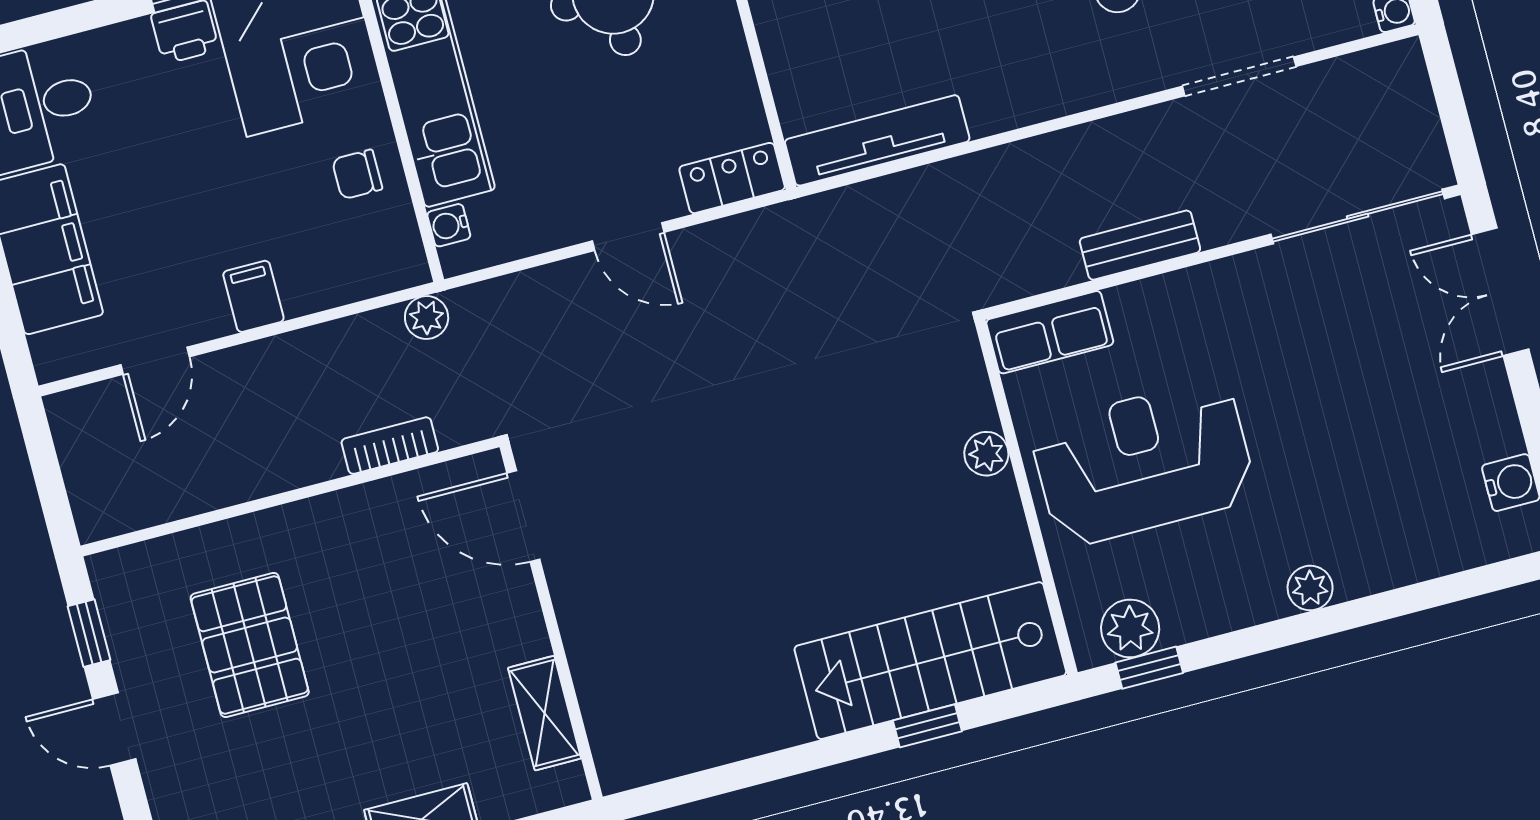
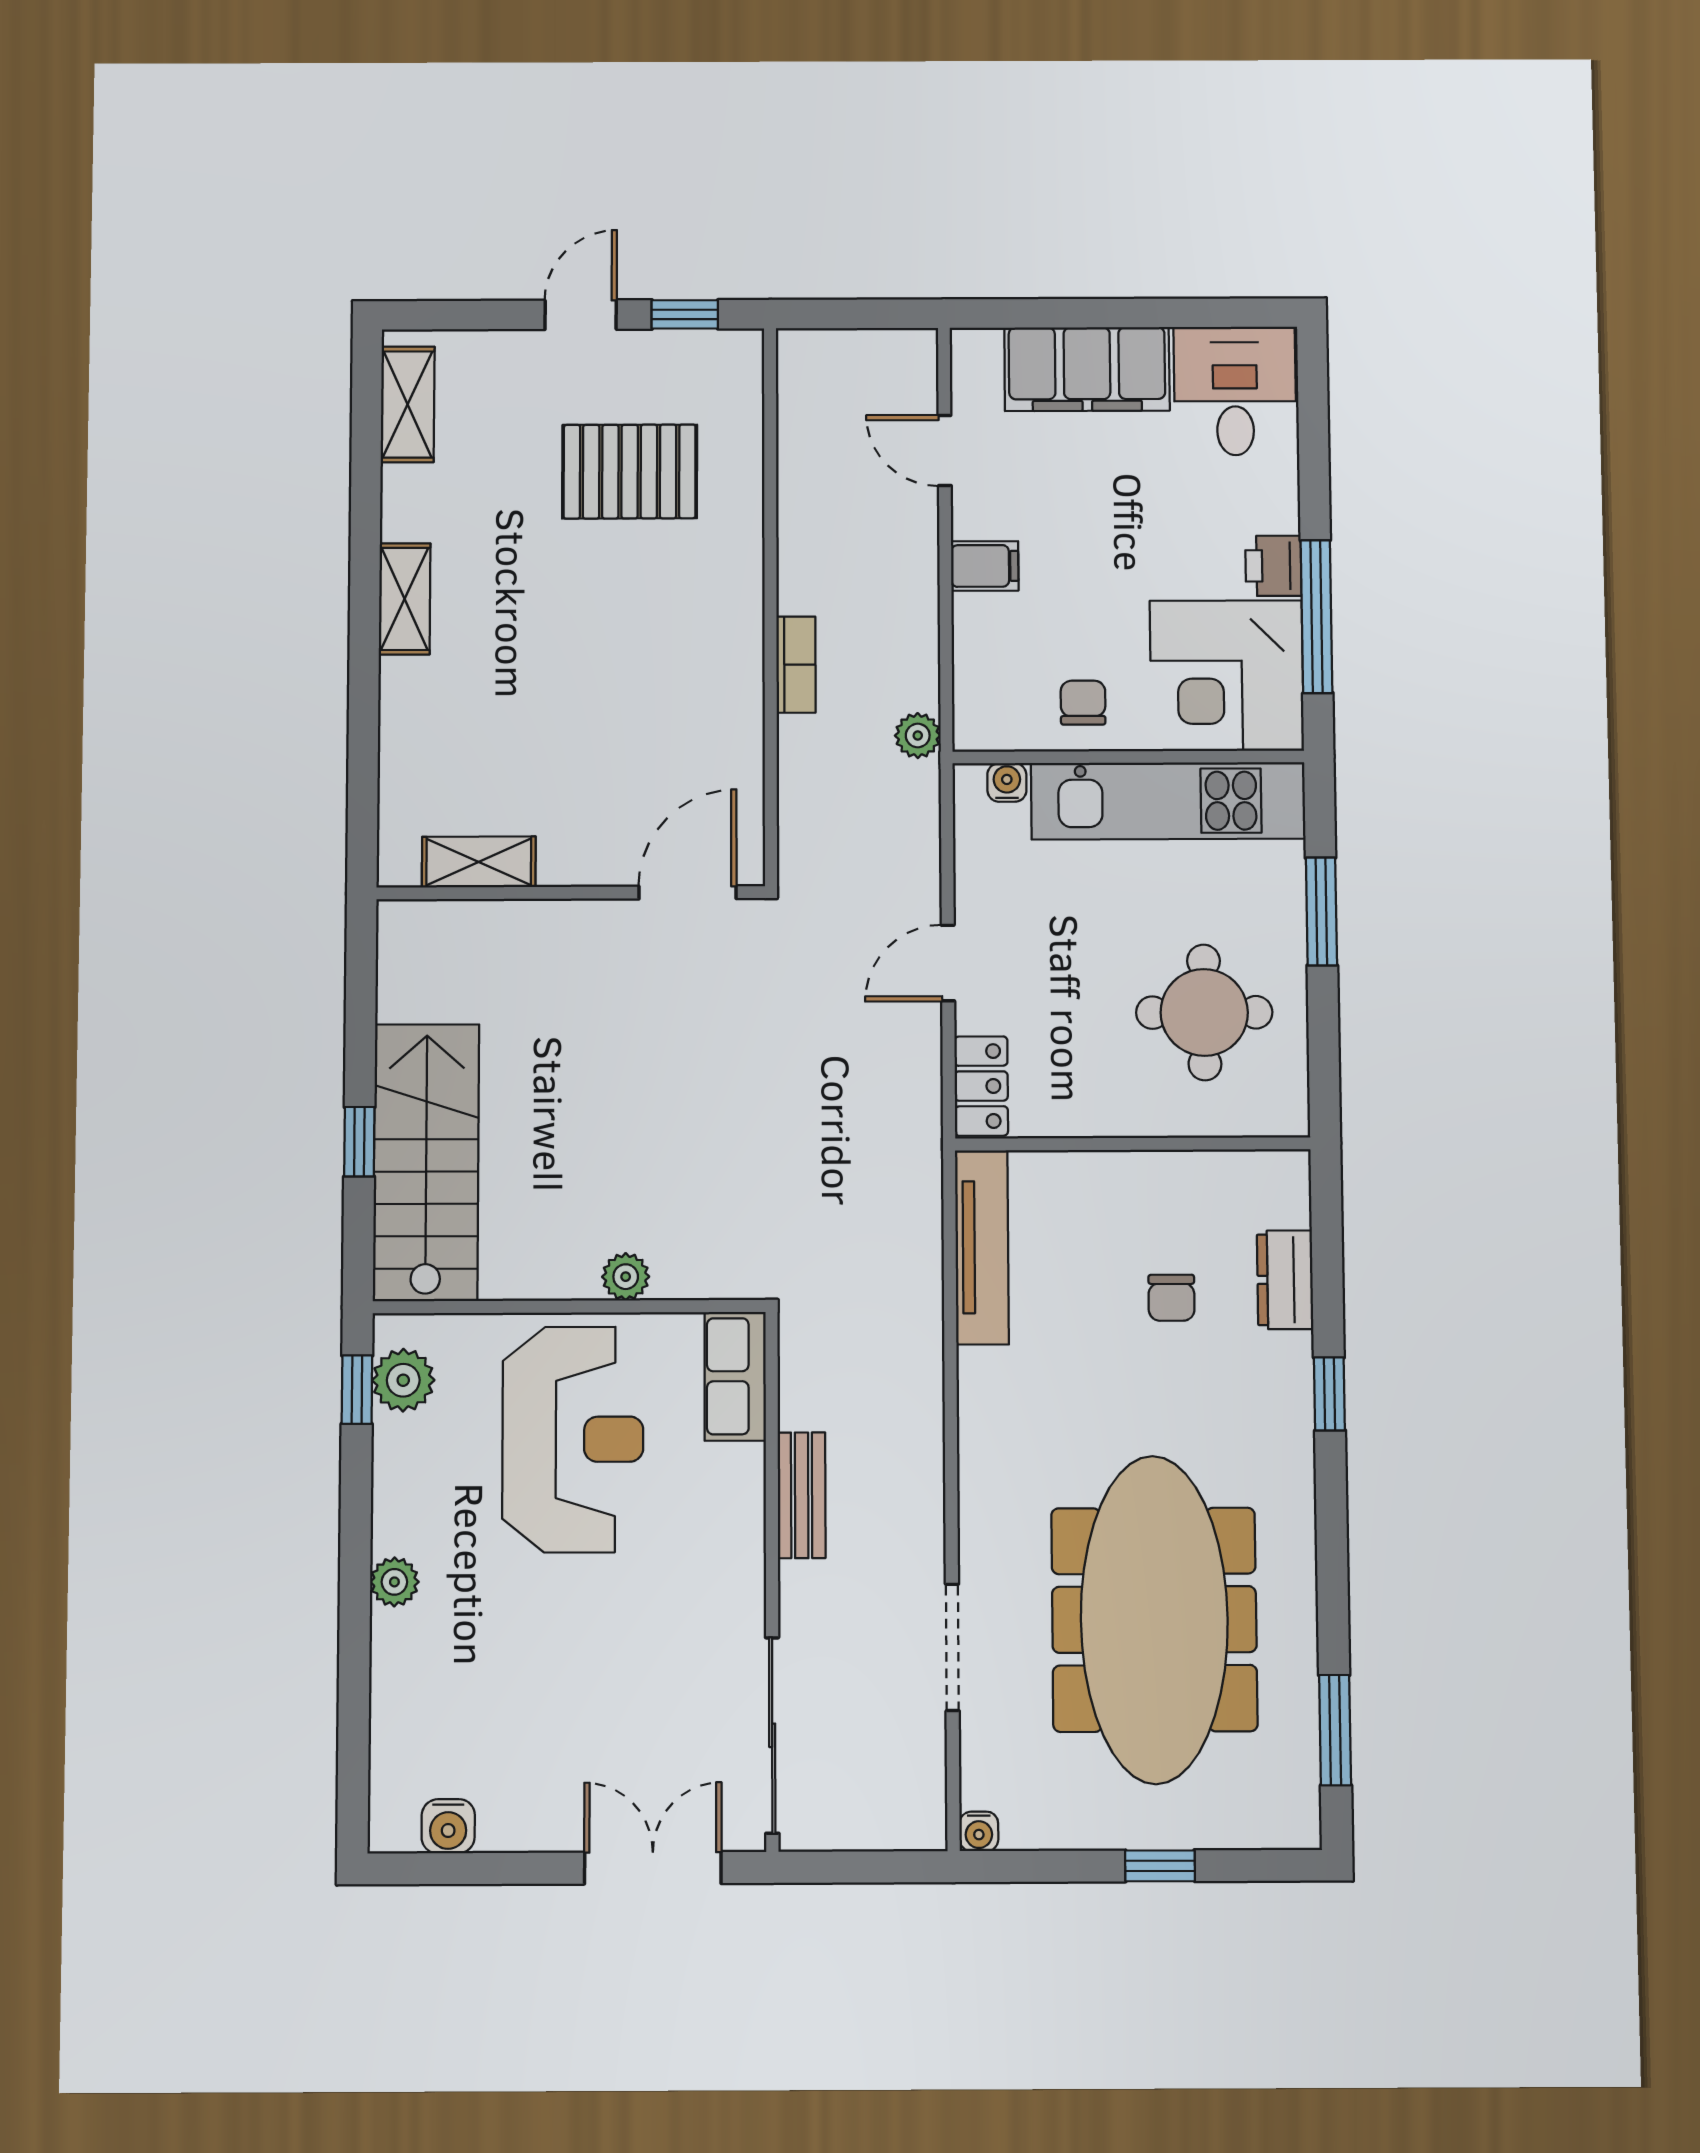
door: (523, 516) -> (687, 892), moved
wall: (551, 622) -> (571, 893), moved
shelving: (545, 713) -> (479, 862), moved

